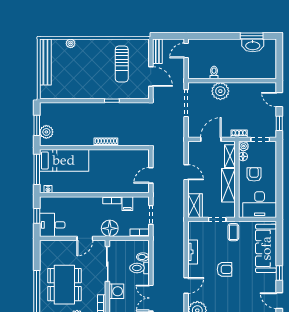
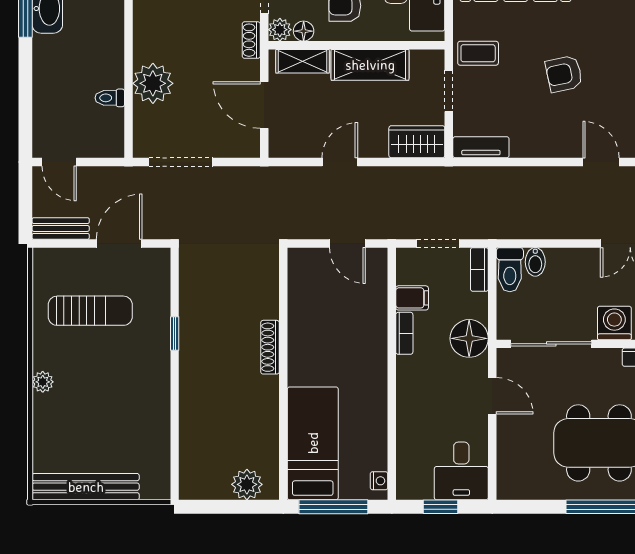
plant: (71, 43) -> (43, 382), moved
window: (37, 125) -> (232, 507), removed
tv unit: (193, 252) -> (481, 147), moved
toilet: (140, 268) -> (510, 270), moved
armchair: (224, 269) -> (564, 74), turned -102

